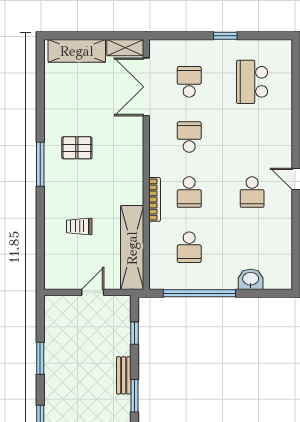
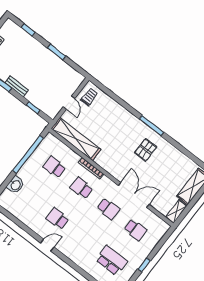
double door: (146, 87) -> (134, 195), moved
trolley: (79, 226) -> (89, 97), moved

